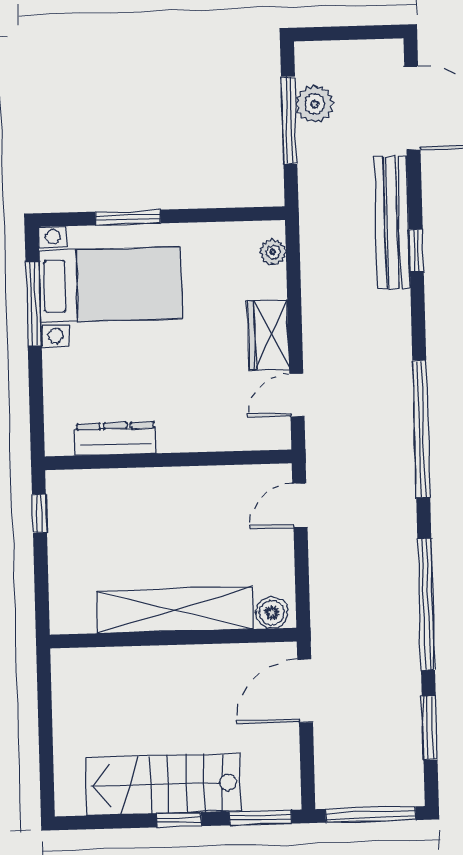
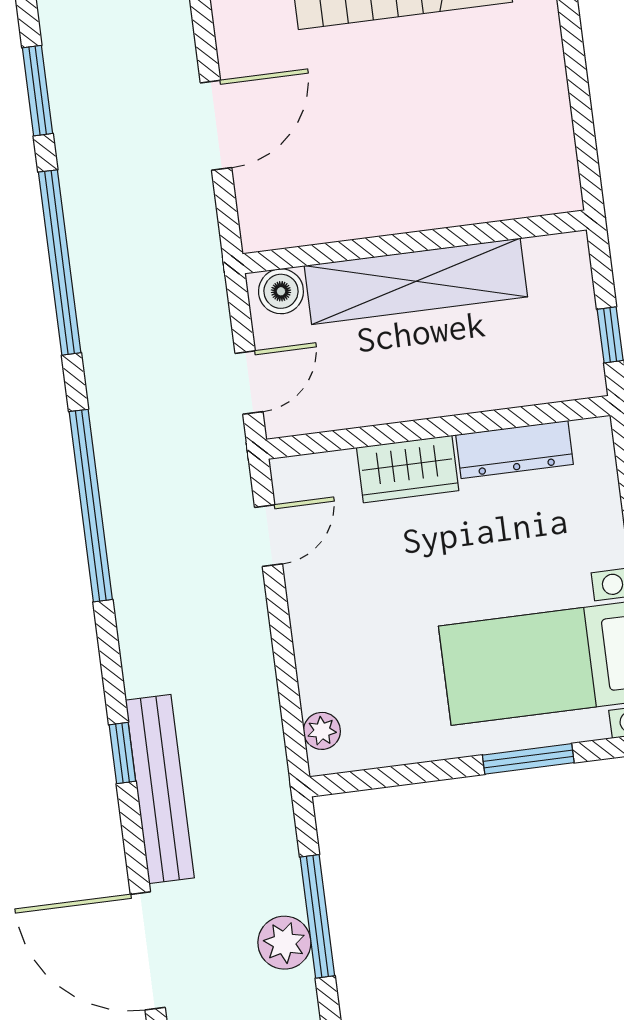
wardrobe: (268, 335) -> (408, 469), moved, turned 90
shelving: (175, 610) -> (416, 281), moved
boiler: (272, 612) -> (281, 291), moved
wall: (173, 638) -> (415, 242), moved

